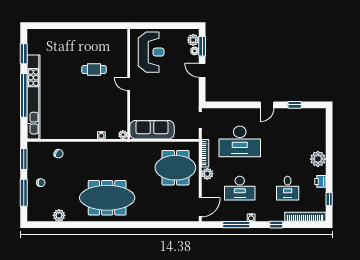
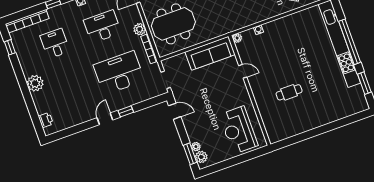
door: (202, 70) -> (175, 111), moved
door: (129, 84) -> (243, 71), moved
window: (295, 105) -> (126, 111), moved
printer: (320, 181) -> (46, 120), moved

